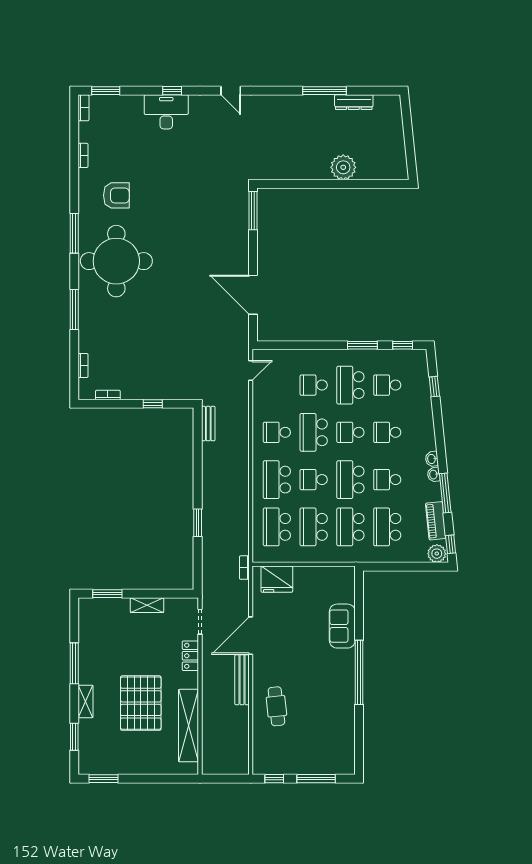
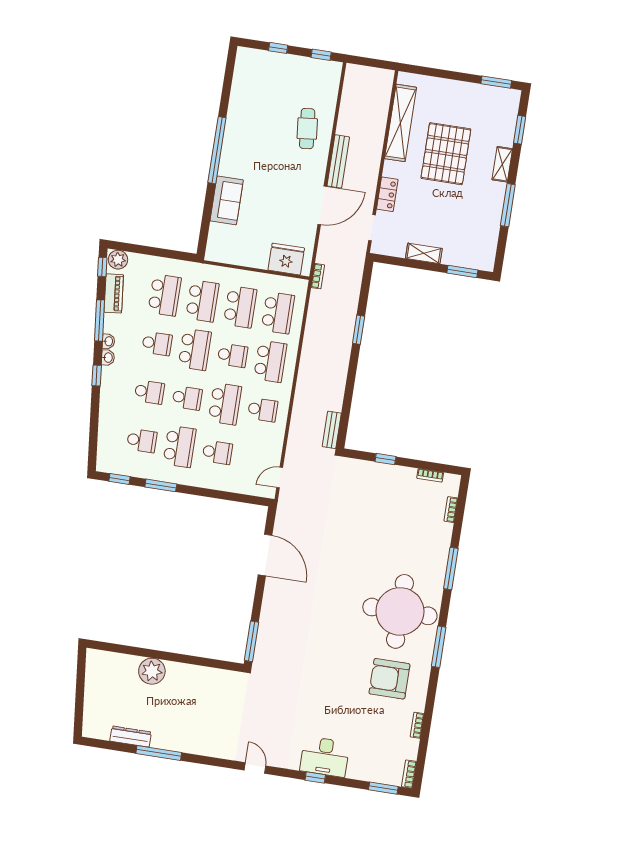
armchair: (116, 195) -> (389, 679), width x1.36, depth x1.36
window: (434, 387) -> (97, 375), moved
window: (316, 779) -> (278, 48), width x0.46

